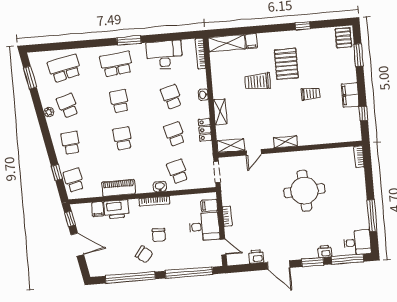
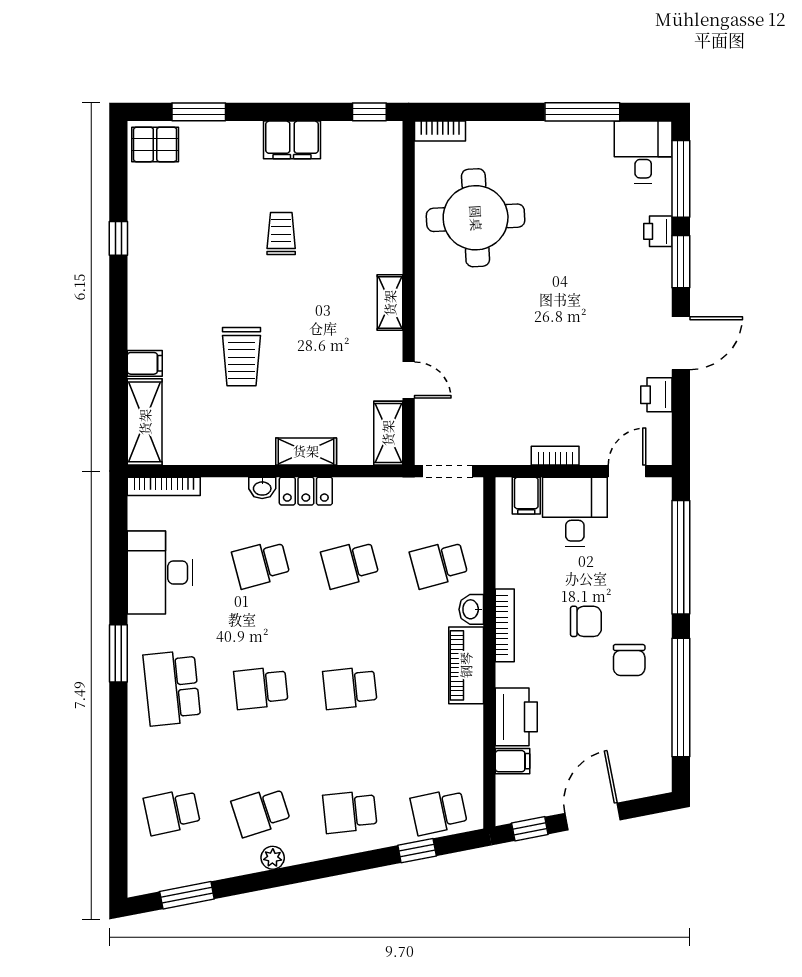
pallet: (286, 64) -> (205, 285), removed
school desk: (64, 68) -> (172, 812), width x0.54
window: (363, 113) -> (369, 112), moved
locker: (205, 130) -> (306, 491), moved
piano: (119, 188) -> (466, 665), moved
round table: (304, 191) -> (476, 218), moved
chair: (144, 254) -> (629, 660), turned 141

